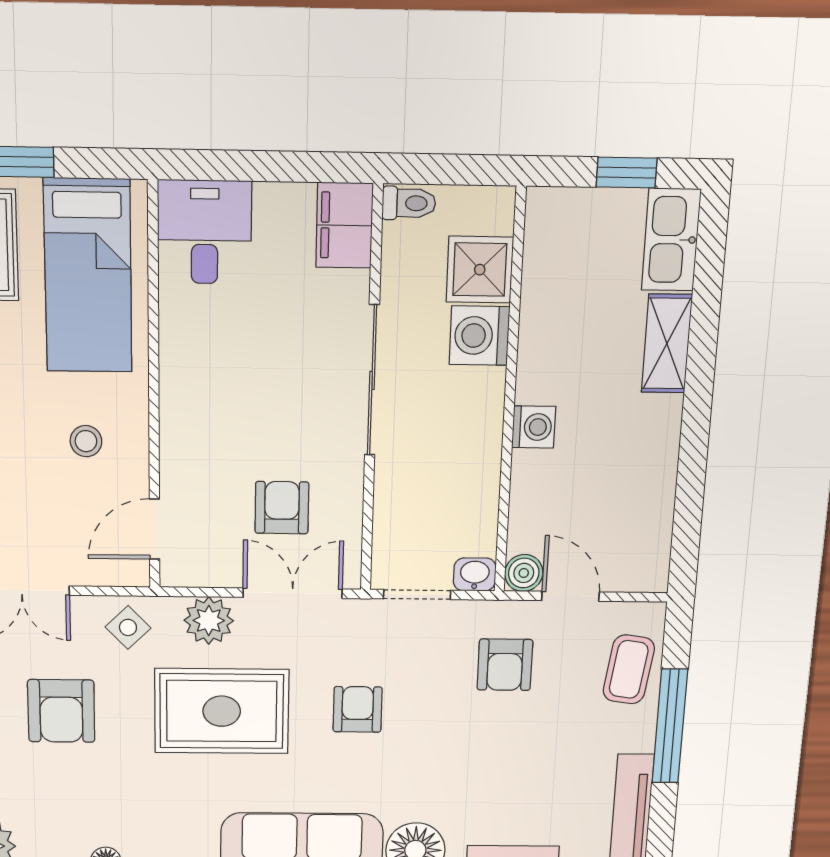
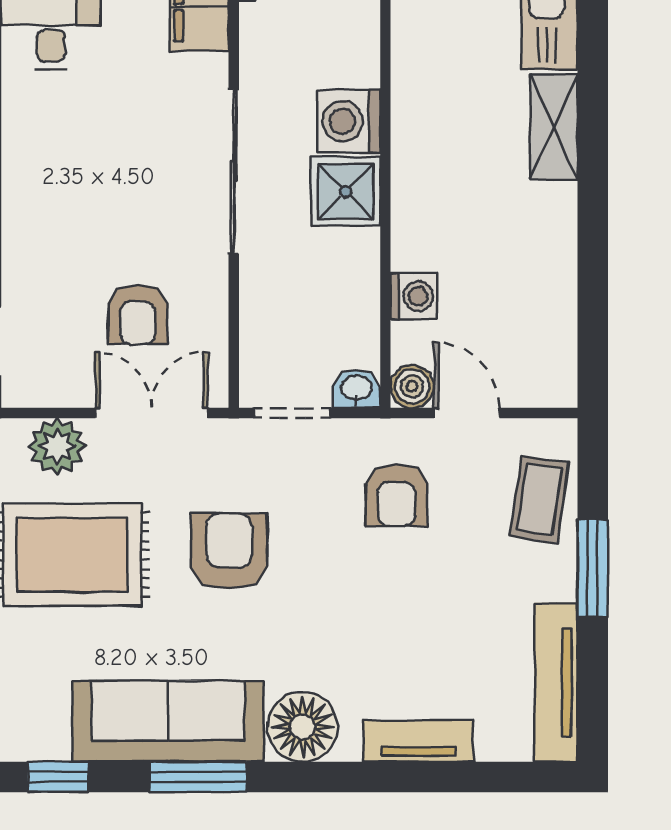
shower: (480, 270) -> (346, 191), moved
washing machine: (534, 427) -> (414, 296), moved
armchair: (282, 508) -> (138, 315), turned 180
armchair: (358, 709) -> (229, 551), width x1.38, depth x1.38
window: (670, 726) -> (593, 568), width x0.69

